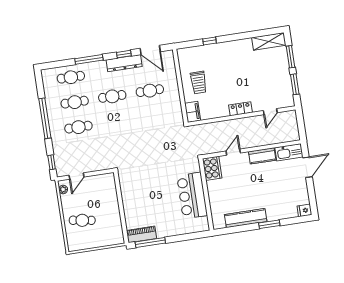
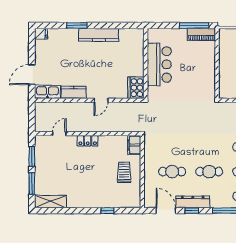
cooker: (212, 168) -> (136, 88), moved
wall: (206, 194) -> (146, 63), moved
bar counter: (192, 196) -> (159, 64), moved

